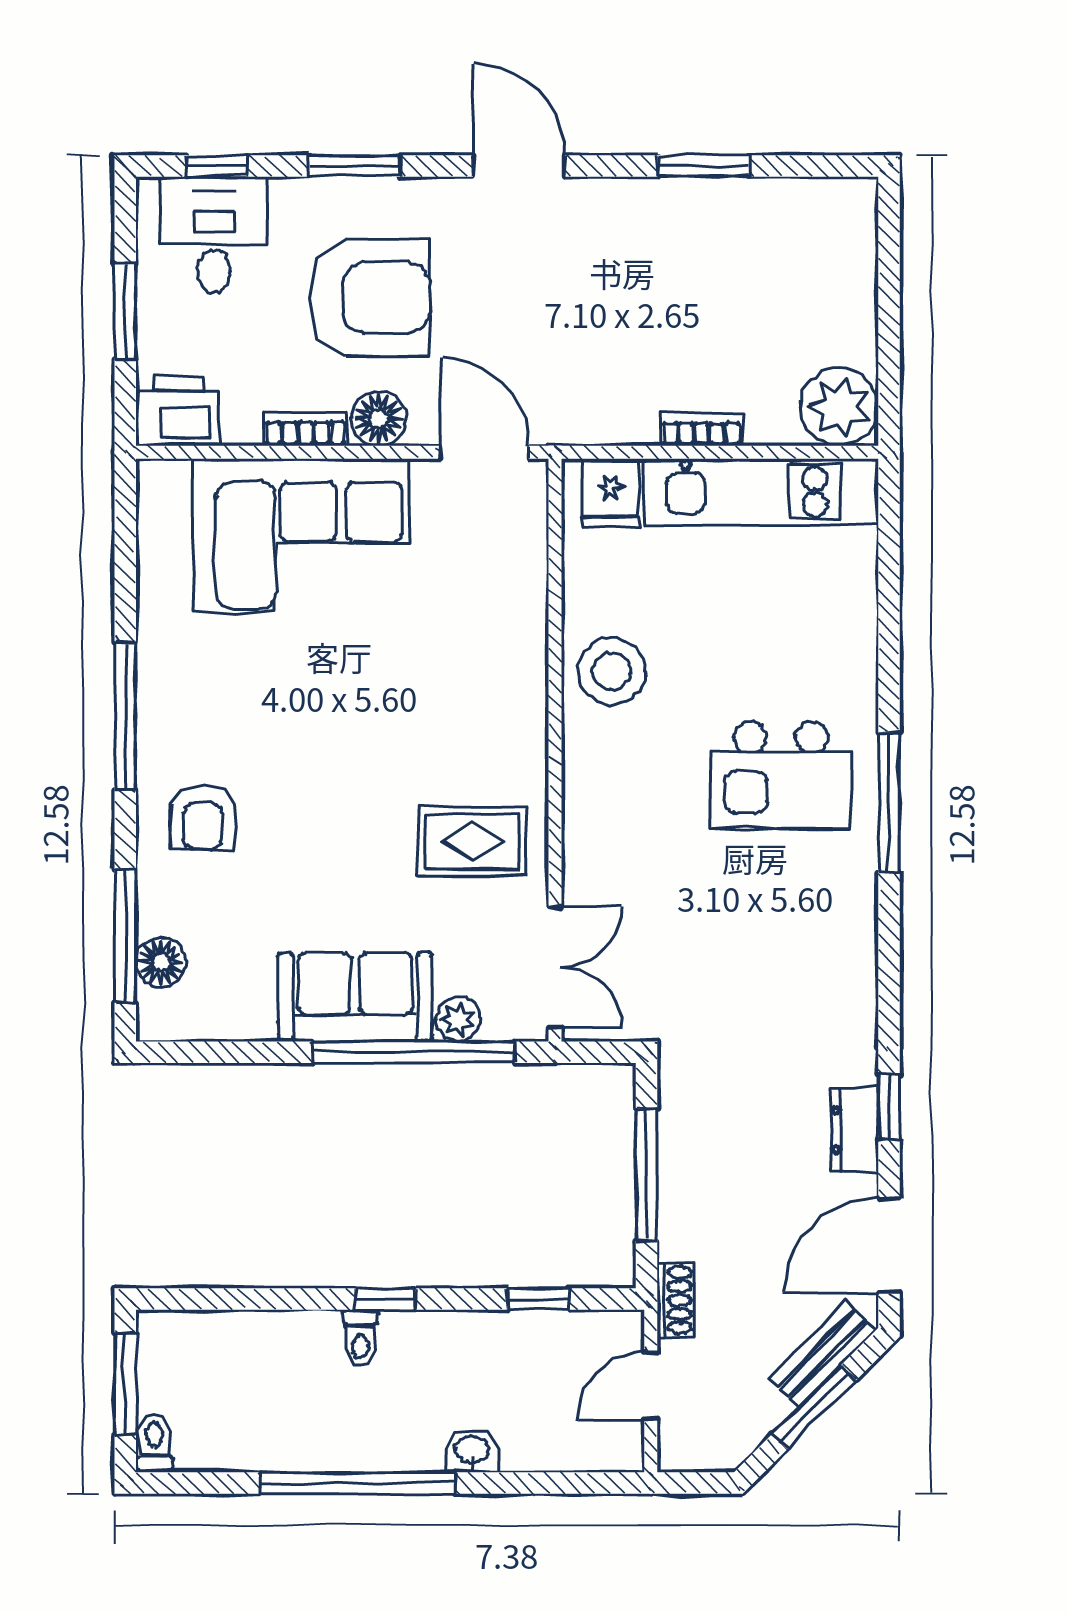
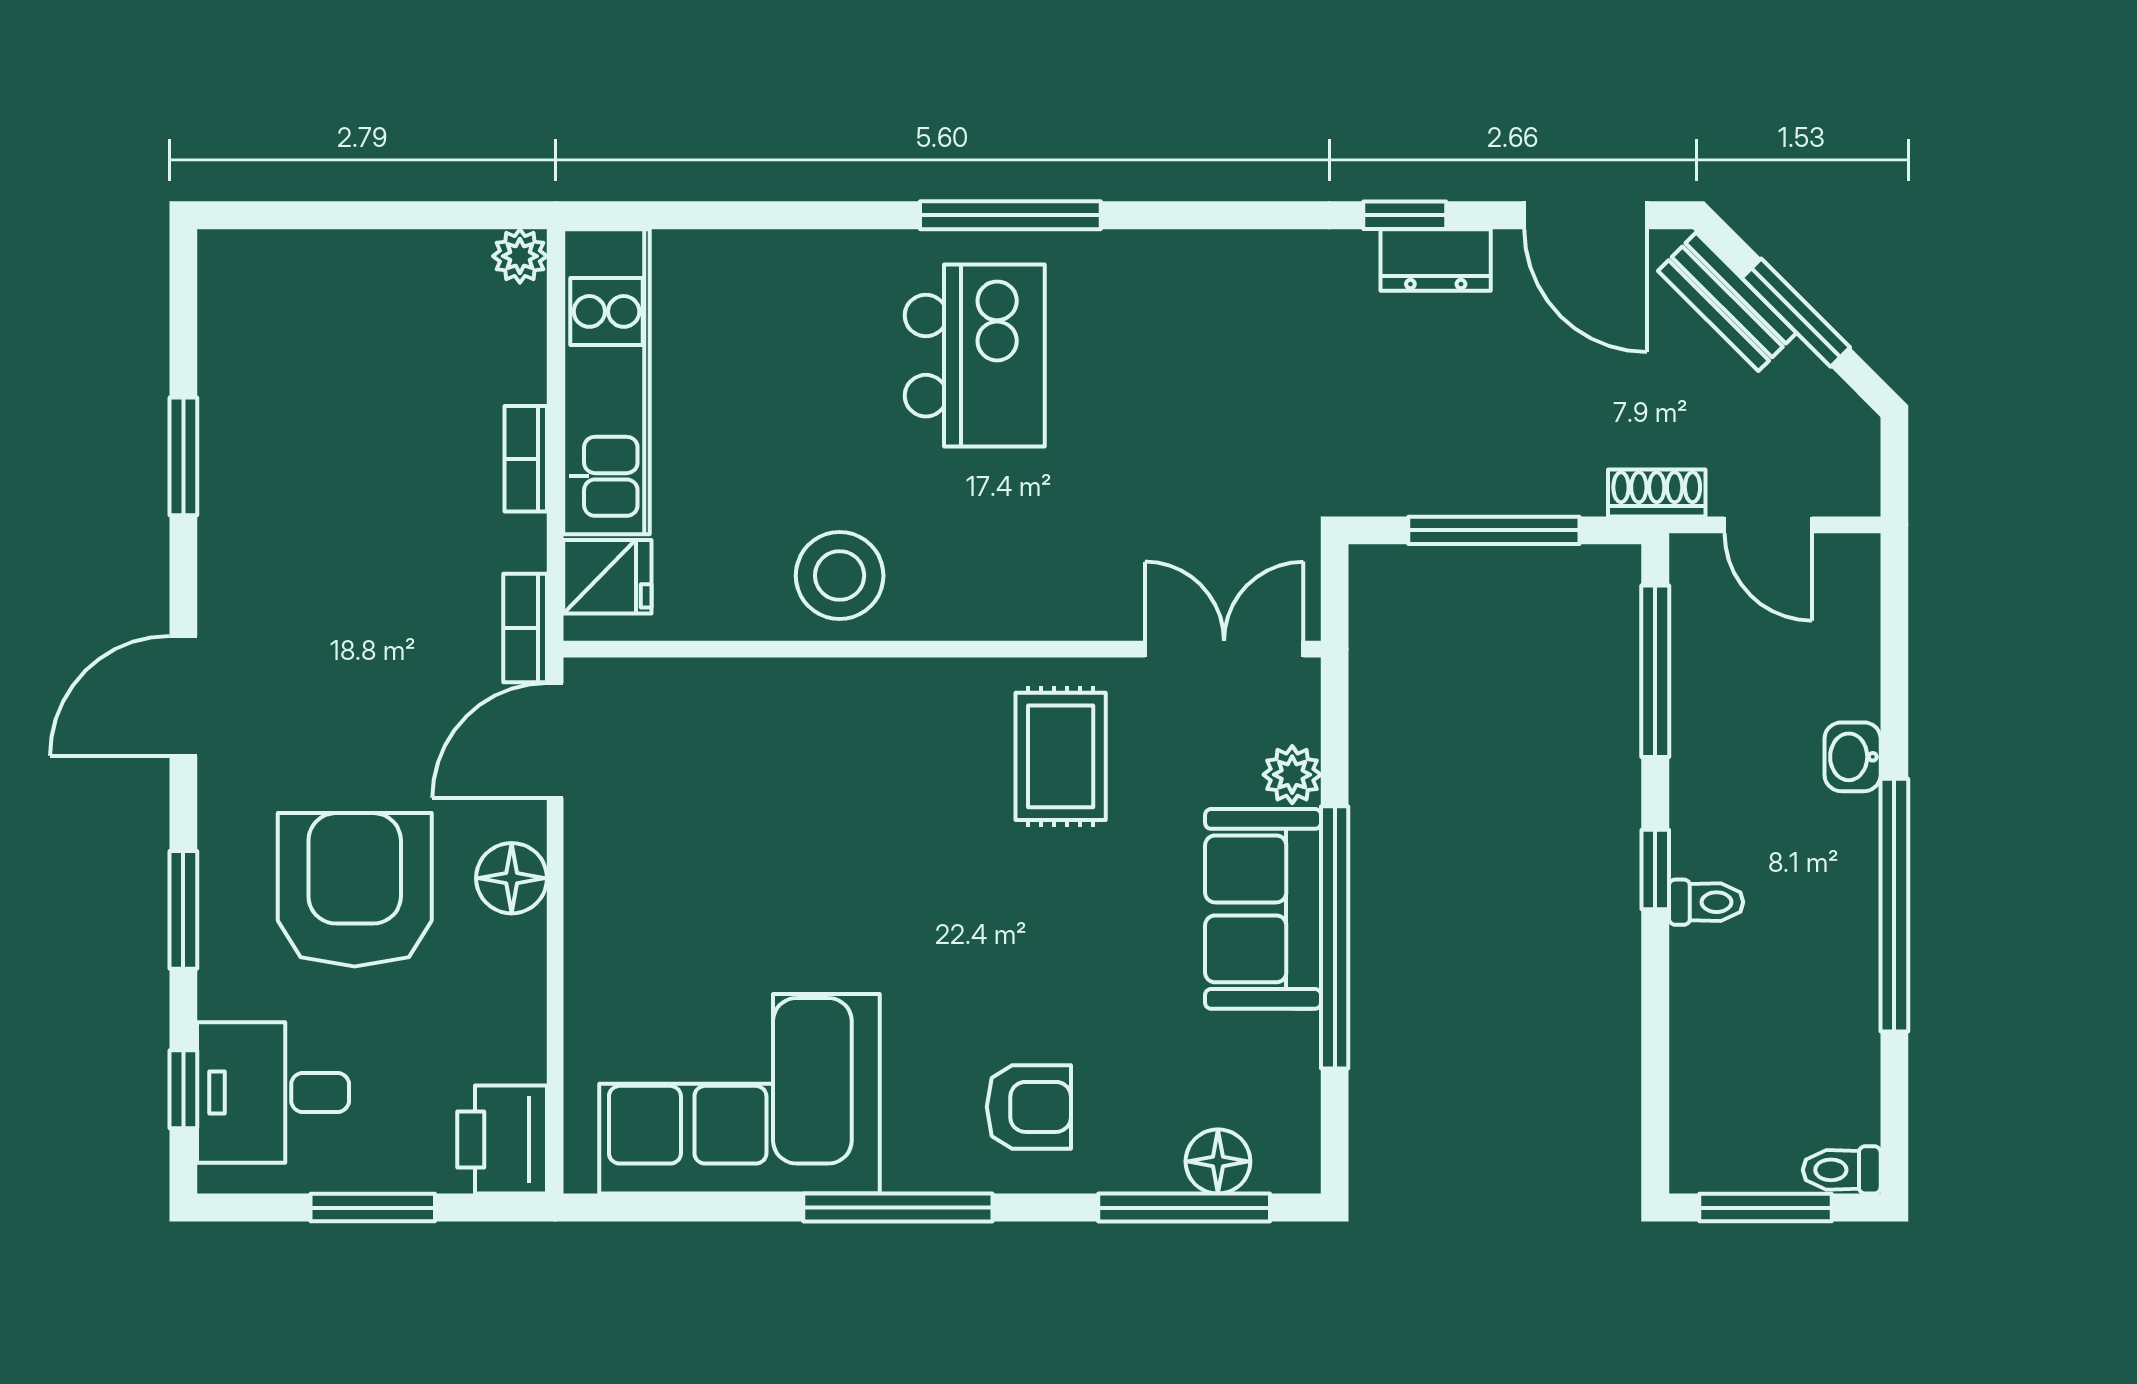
plant: (840, 407) -> (520, 256), width x0.53, depth x0.53
bookcase: (305, 429) -> (525, 628), moved
corner sofa: (301, 536) -> (740, 1094), moved, turned -90
window: (414, 1052) -> (1335, 937), moved
window: (538, 1299) -> (1655, 671), width x2.17

